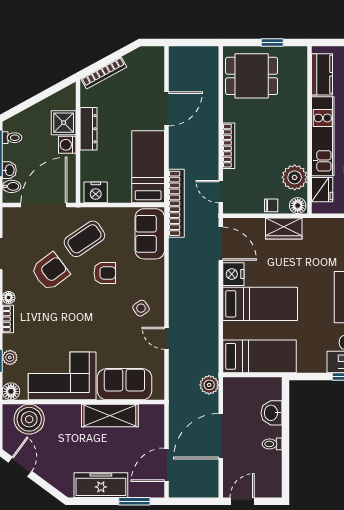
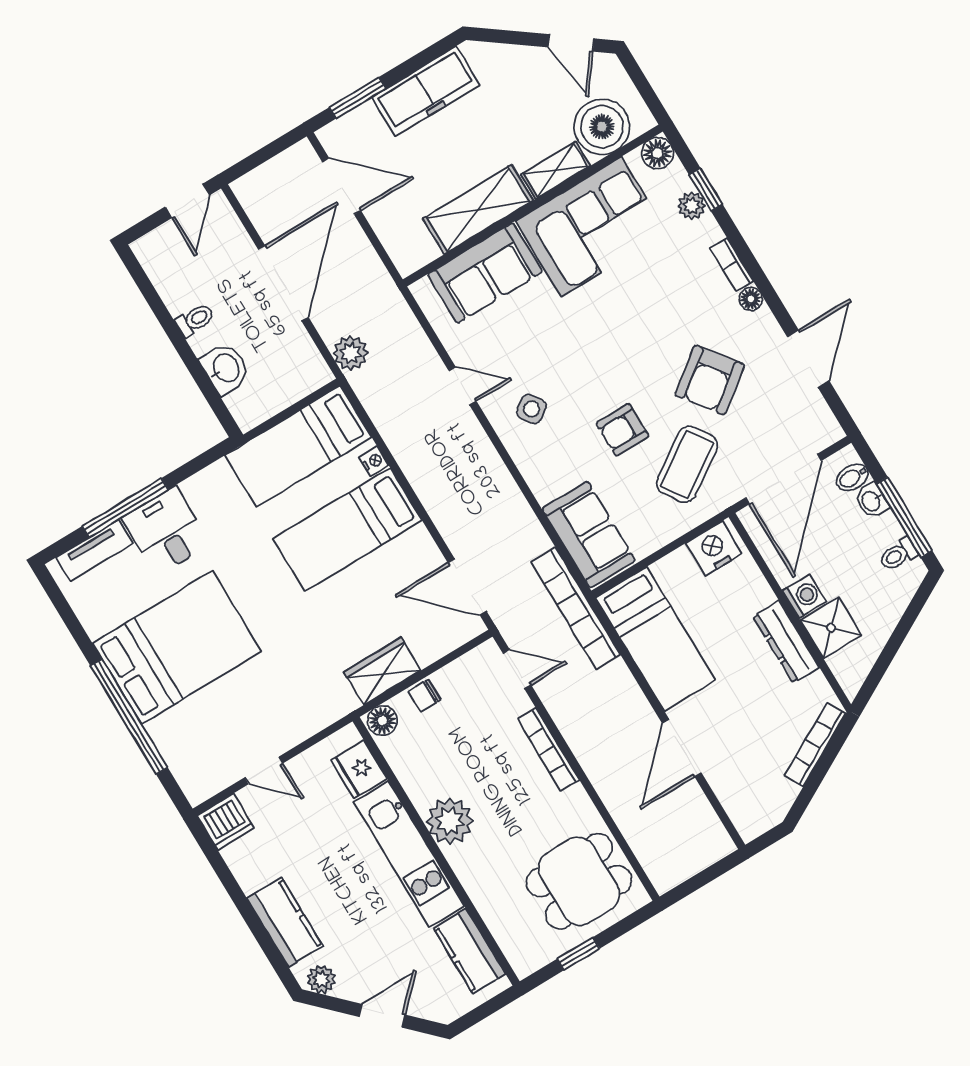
plant: (295, 177) -> (450, 821), moved
nightstand: (233, 274) -> (374, 461), moved, width x0.53, depth x0.56
shelving: (63, 412) -> (556, 170), added
door: (167, 465) -> (342, 186), hinge flipped

